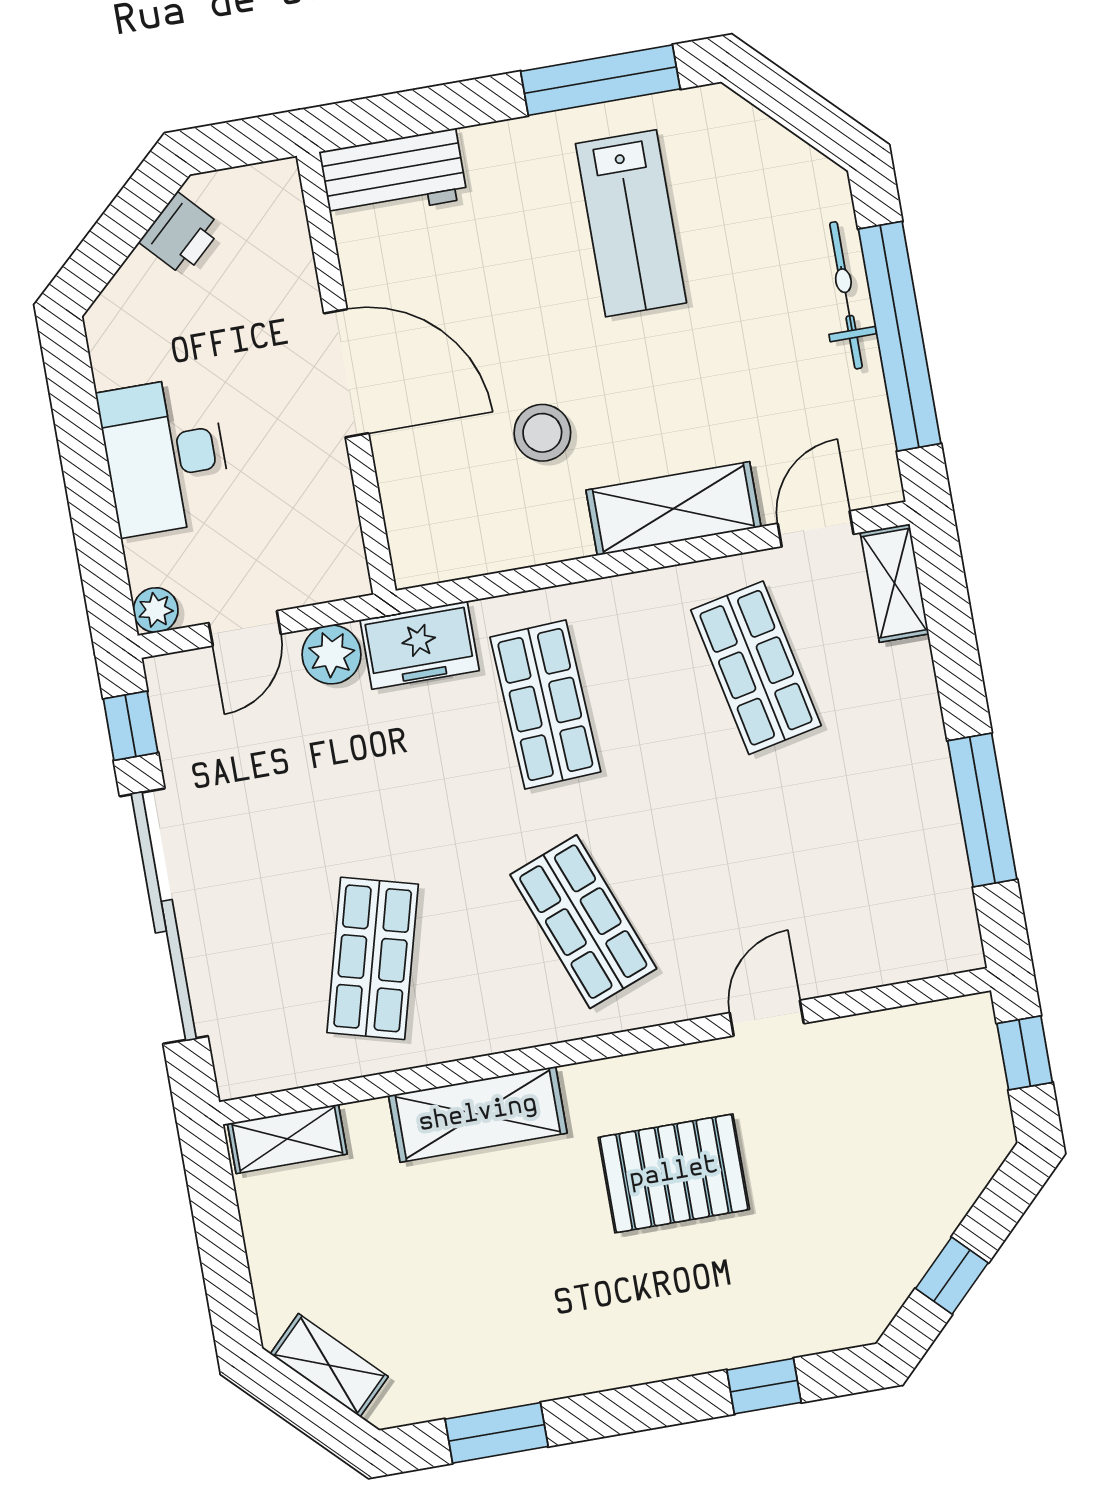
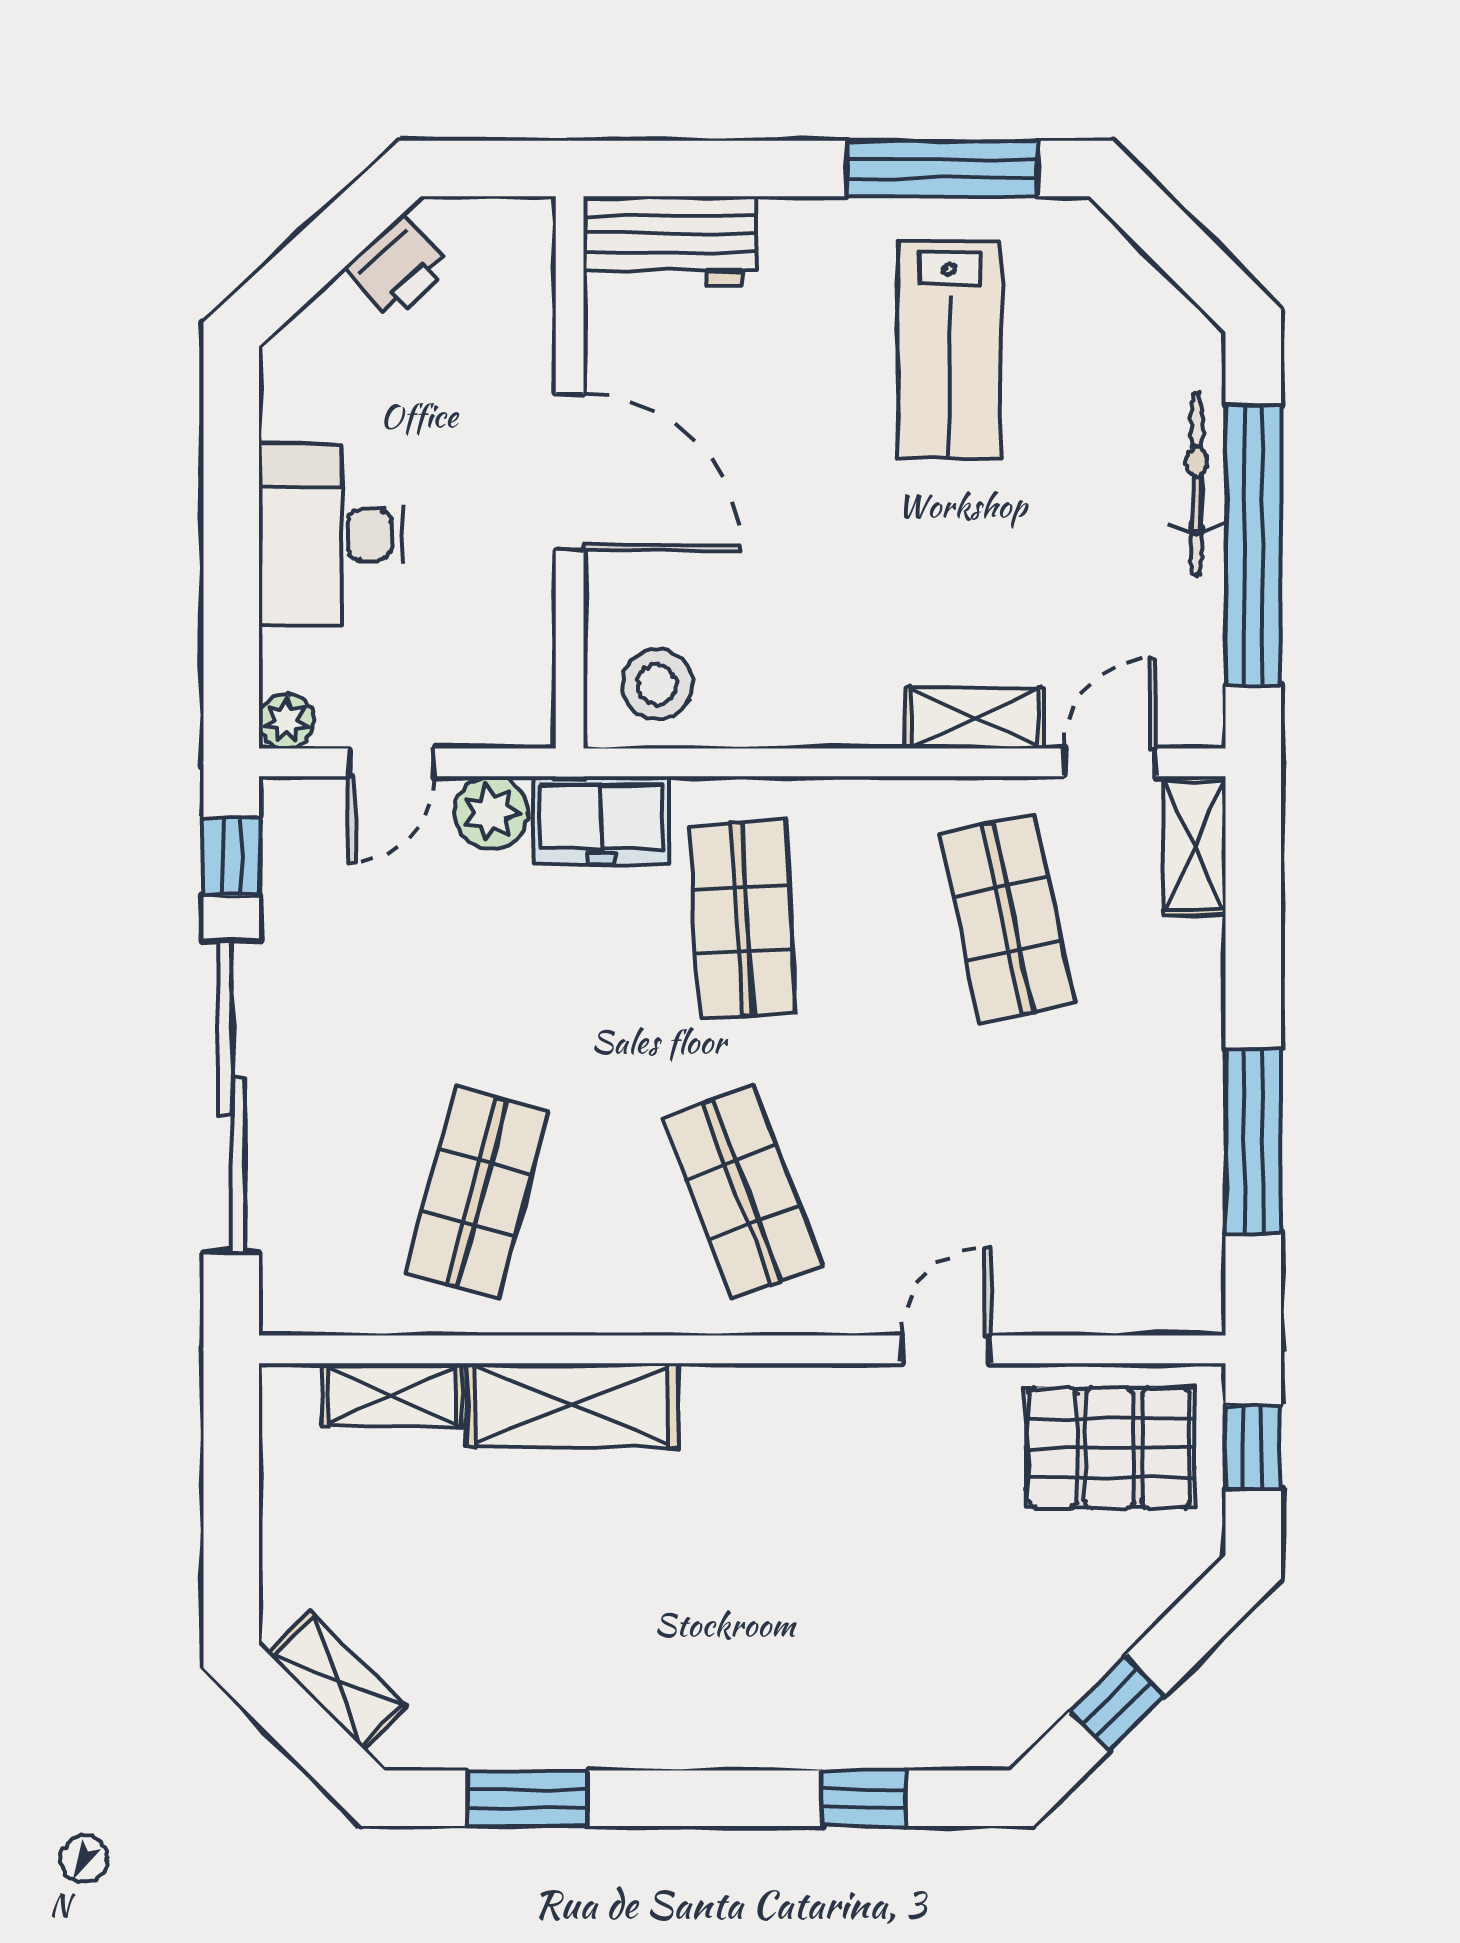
stool: (542, 433) -> (657, 684), moved
shelving: (674, 509) -> (975, 718), width x0.67, depth x0.75
shelving: (287, 1139) -> (392, 1395), moved
pallet: (674, 1173) -> (1109, 1448), moved

